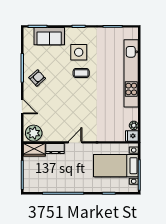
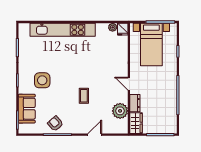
coffee table: (81, 73) -> (84, 96), moved
armchair: (37, 78) -> (55, 124), moved
plant: (34, 133) -> (120, 111), moved

